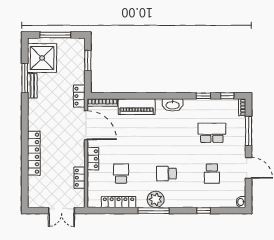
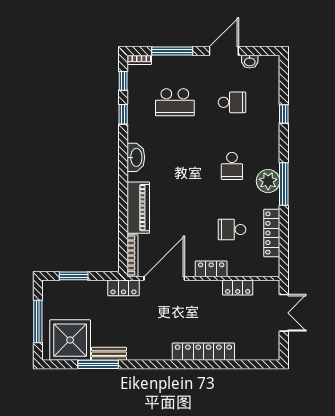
school desk: (212, 133) -> (175, 102), turned -90
washbasin: (241, 202) -> (250, 62), moved

